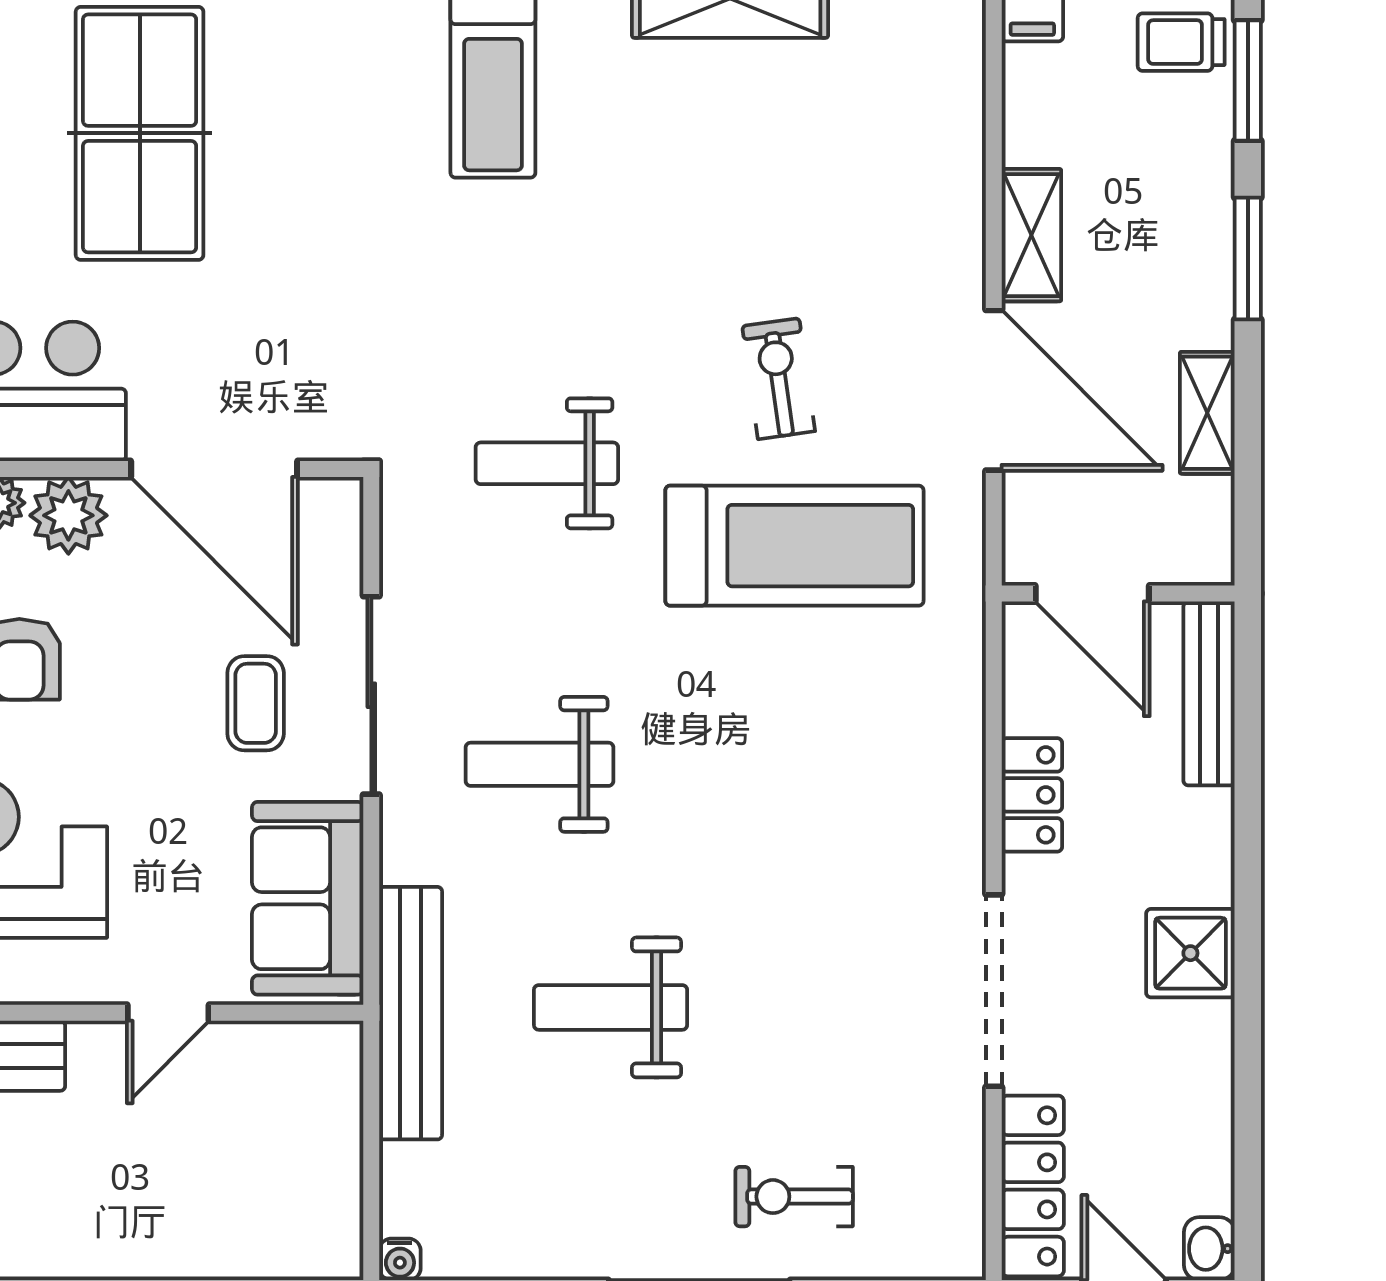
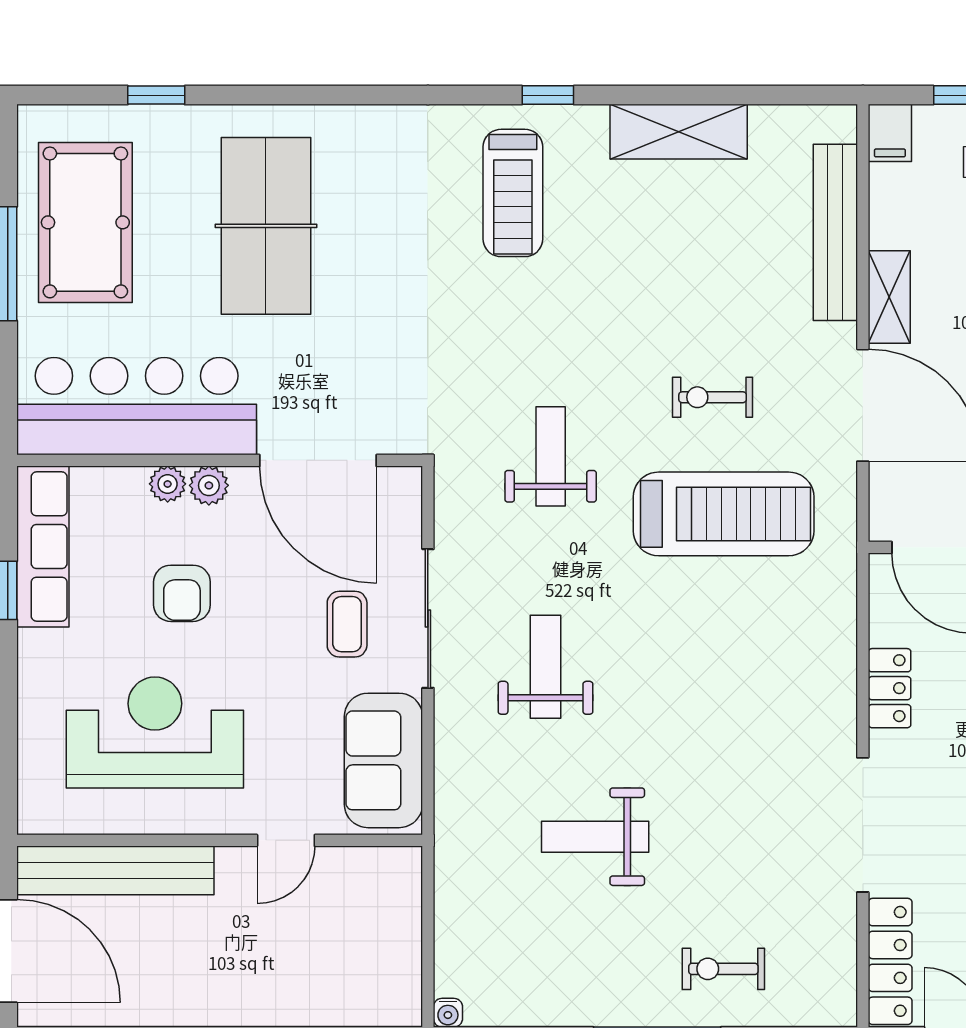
exercise bike: (779, 379) -> (713, 397), turned -82
weight bench: (547, 463) -> (551, 456), turned 90
plant: (68, 515) -> (209, 485), width x0.73, depth x0.73
weight bench: (540, 764) -> (545, 667), turned 90
bench: (411, 1013) -> (835, 232), moved

